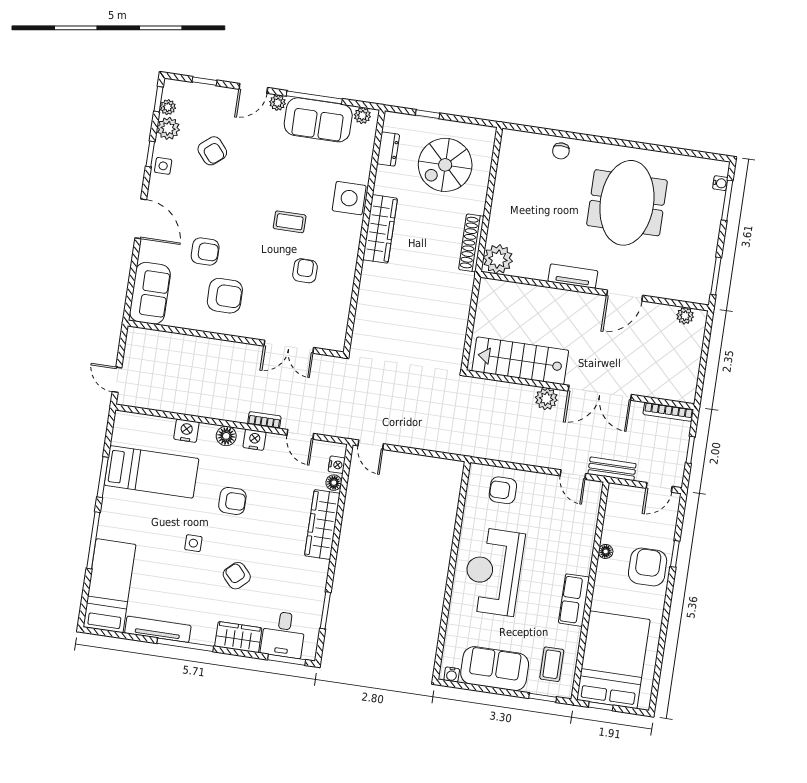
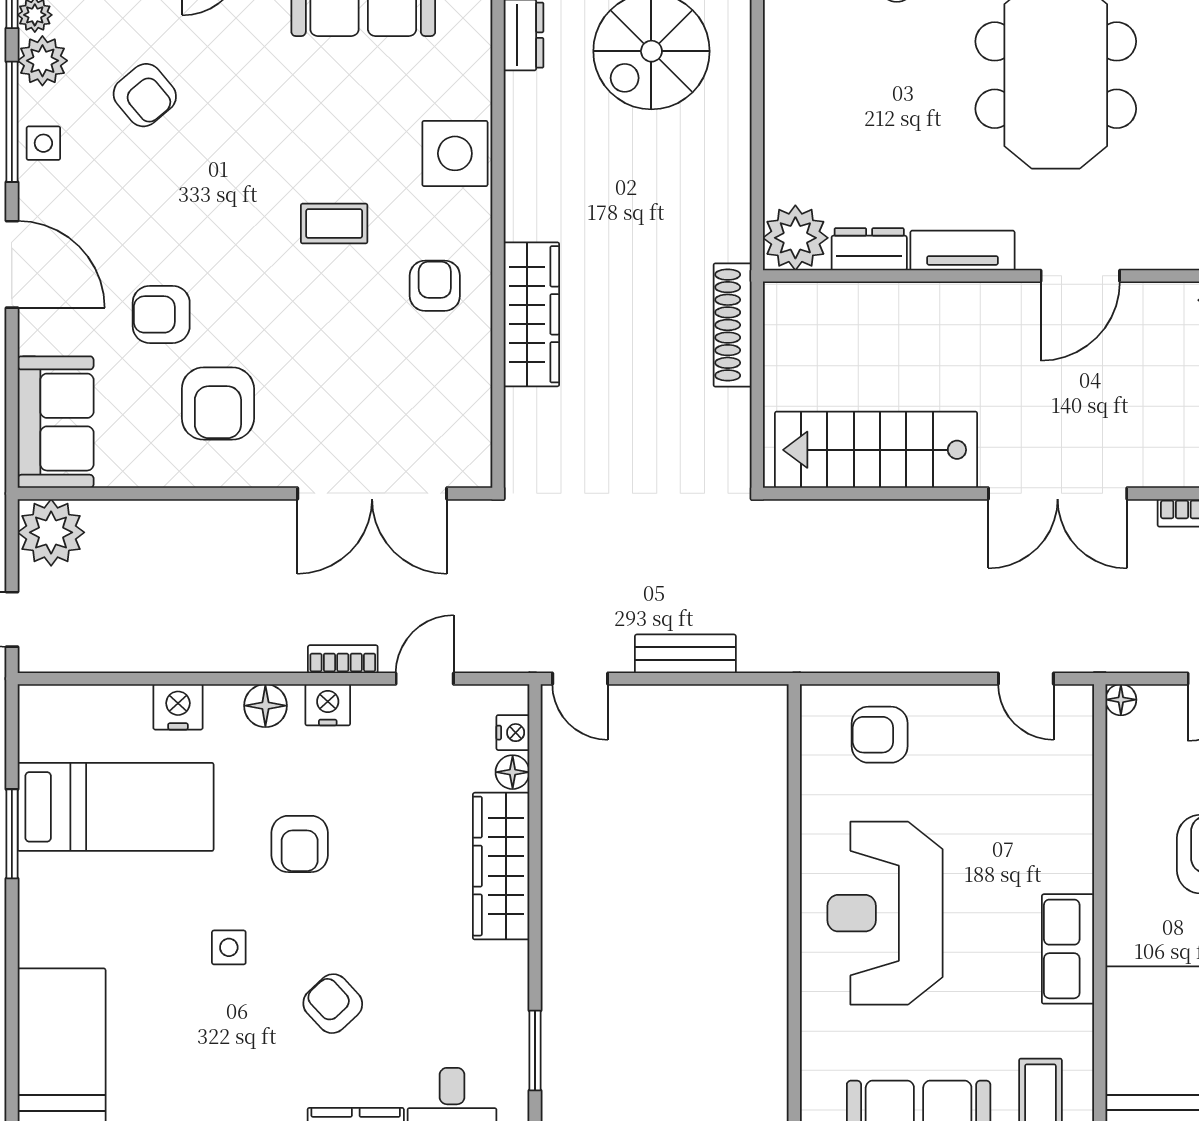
window: (150, 154) -> (12, 122), width x2.17
wardrobe: (380, 229) -> (531, 314), moved
shoe rack: (471, 243) -> (733, 325), moved
armchair: (205, 251) -> (161, 314), turned 180
dresser: (531, 269) -> (869, 249), added
armchair: (305, 271) -> (435, 286), moved
armchair: (225, 296) -> (218, 404), turned 90
double door: (289, 347) -> (372, 493), width x1.37
plant: (546, 399) -> (51, 532), moved, width x1.36, depth x1.36
door: (300, 434) -> (425, 679), swing flipped
bench: (612, 469) -> (685, 654), moved
armchair: (232, 501) -> (300, 844), turned 90
window: (93, 540) -> (12, 973), removed
floor lamp: (606, 551) -> (1121, 700), moved

